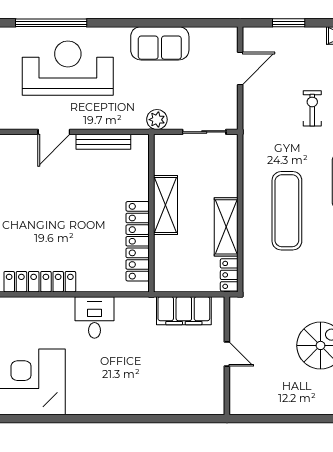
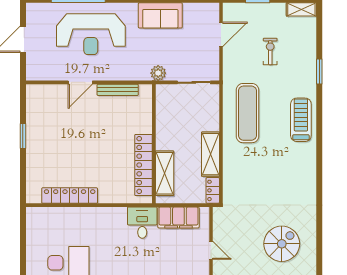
reception desk: (68, 68) -> (91, 34), turned 180
exercise bike: (312, 108) -> (270, 51), moved
shelving: (165, 205) -> (165, 173), moved
exercise mat: (287, 211) -> (247, 113), moved
desk: (94, 317) -> (142, 223), moved

